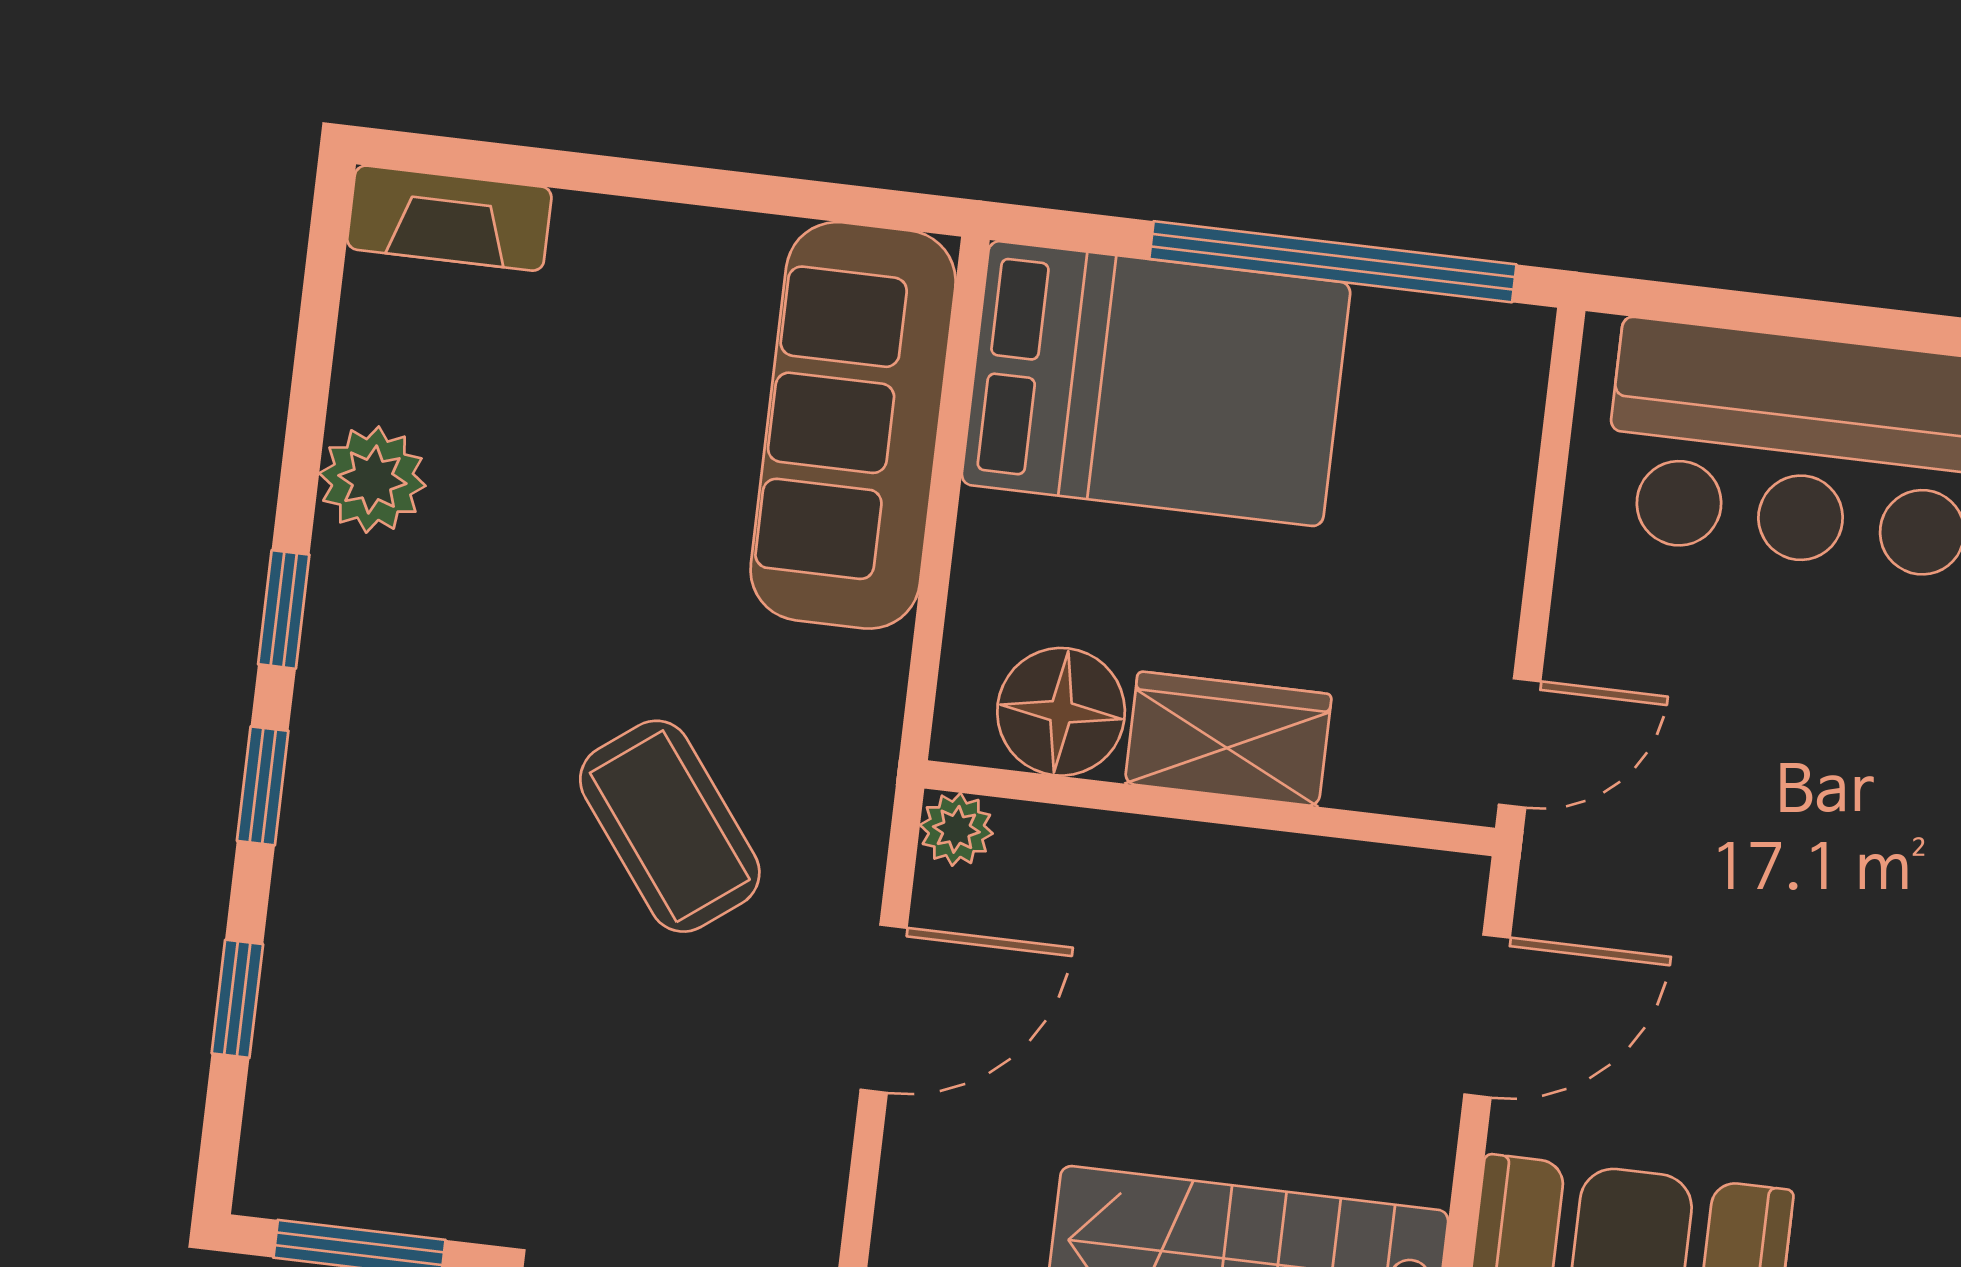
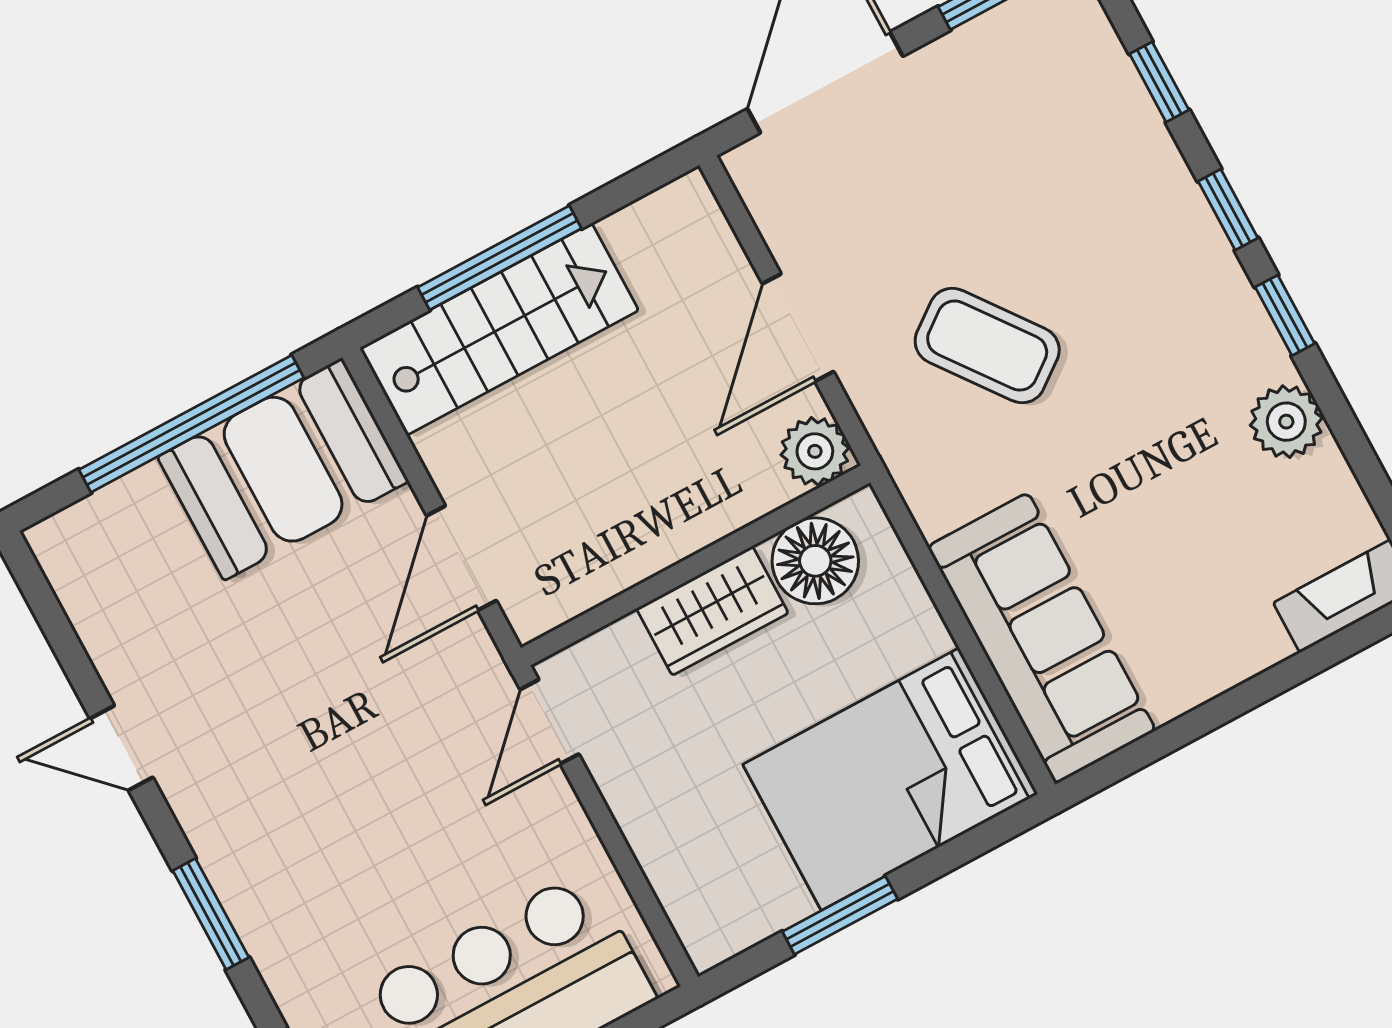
window: (1333, 262) -> (840, 915), width x0.47
plant: (956, 829) -> (815, 451), width x1.38, depth x1.38

